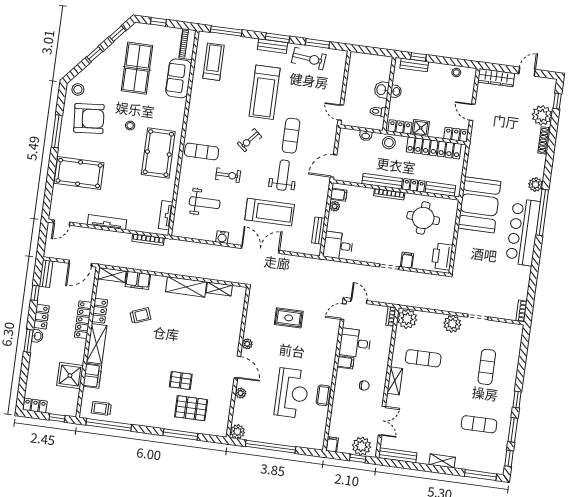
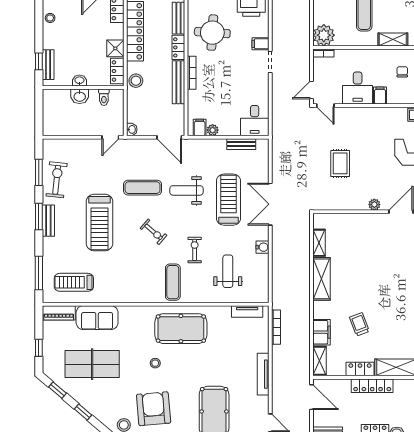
treadmill: (265, 92) -> (100, 223), turned 90
washbasin: (366, 136) -> (132, 129), moved

